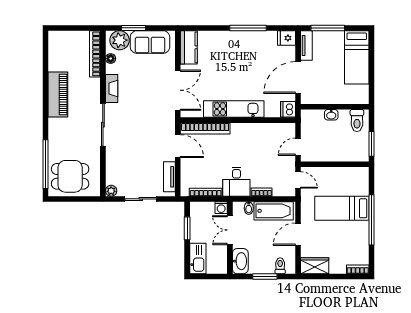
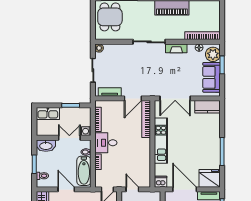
fridge: (286, 38) -> (210, 178), width x1.88, depth x1.34

